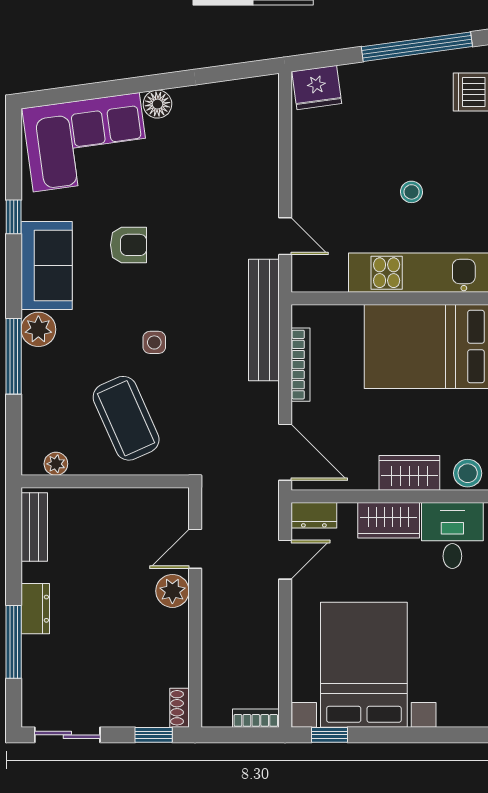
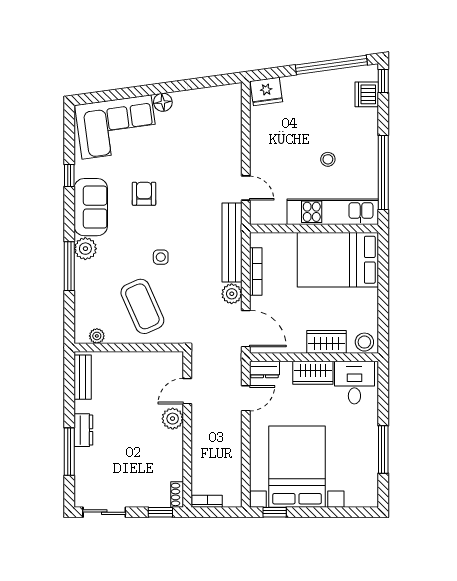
armchair: (128, 245) -> (144, 194), turned -90
plant: (264, 399) -> (232, 294), added
bookcase: (256, 718) -> (207, 501), moved

